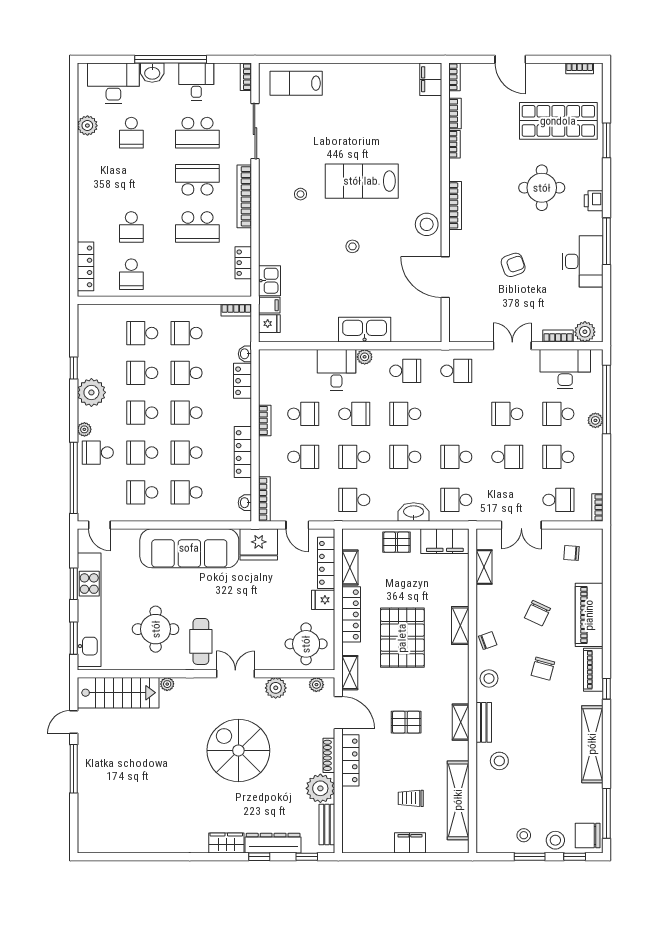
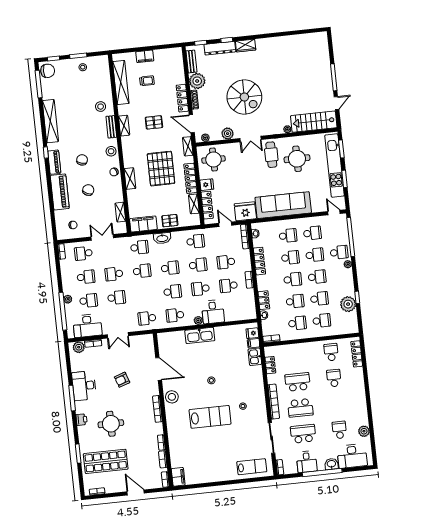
plant: (91, 392) -> (348, 304), moved
stool: (555, 840) -> (65, 66), removed

